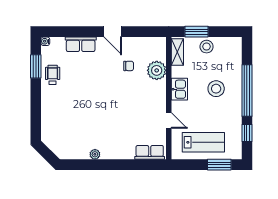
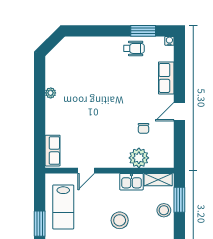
kitchen sink: (179, 89) -> (131, 182), moved

